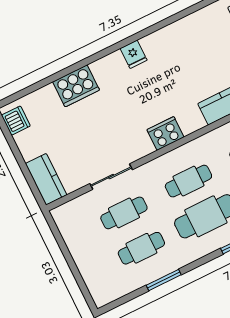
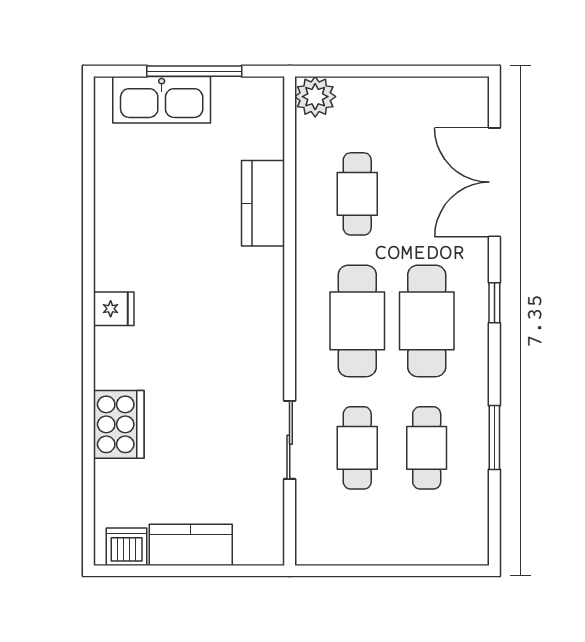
cooker: (165, 133) -> (264, 320), removed
kitchen counter: (46, 179) -> (191, 545), moved
cafe table: (188, 181) -> (357, 321), width x1.37, depth x1.35

